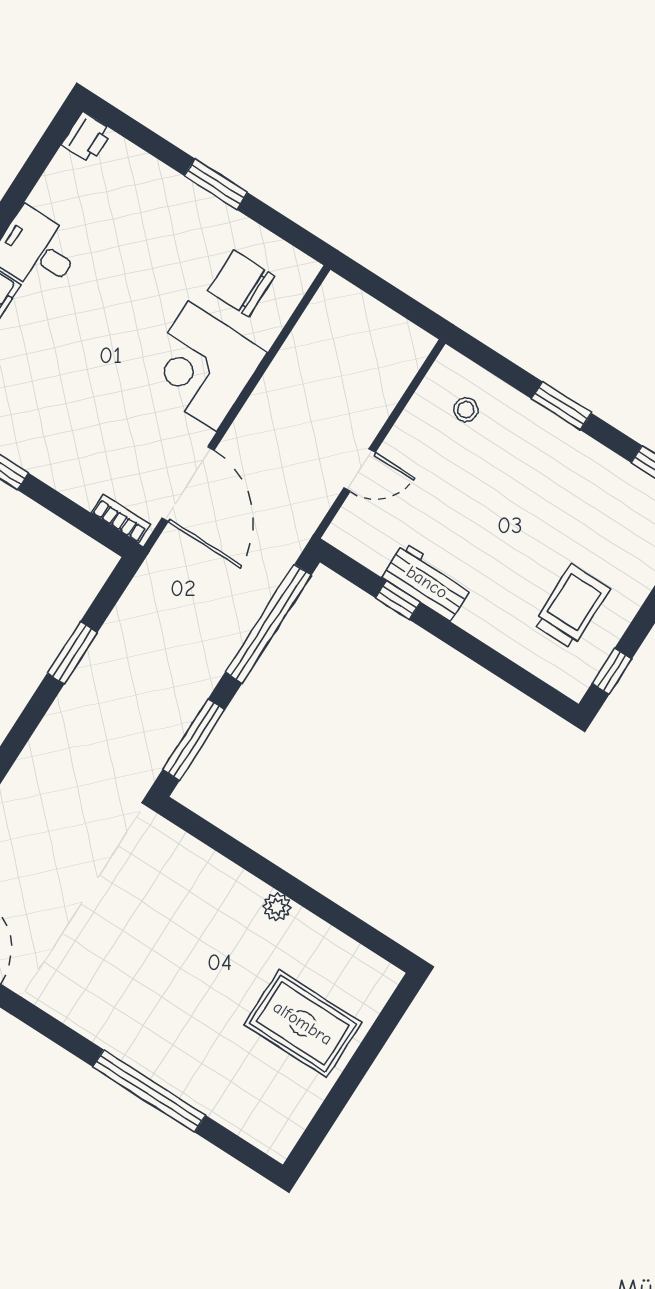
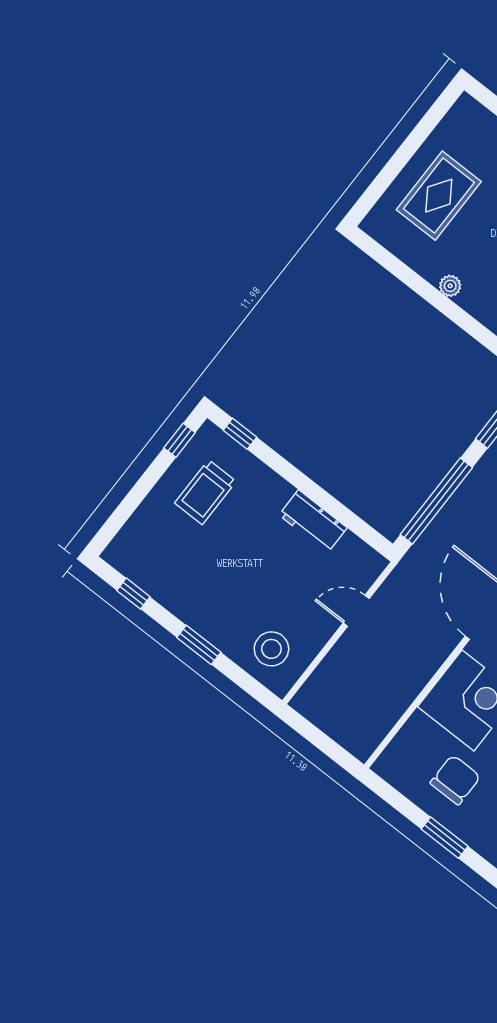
chair: (241, 283) -> (455, 780), moved, turned -90
stool: (466, 410) -> (271, 649), width x1.89, depth x1.89
window: (398, 600) -> (240, 434), moved
rug: (303, 1023) -> (439, 196), turned 90

